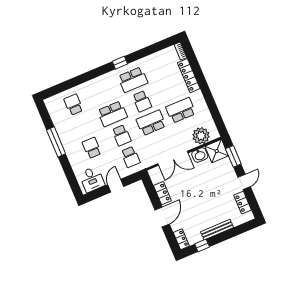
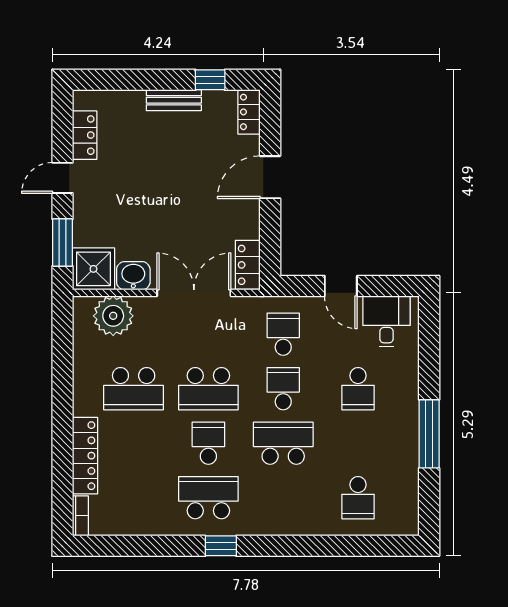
door: (116, 186) -> (341, 286), hinge flipped
locker: (162, 193) -> (248, 265), moved
bench: (217, 230) -> (174, 100), width x0.73

